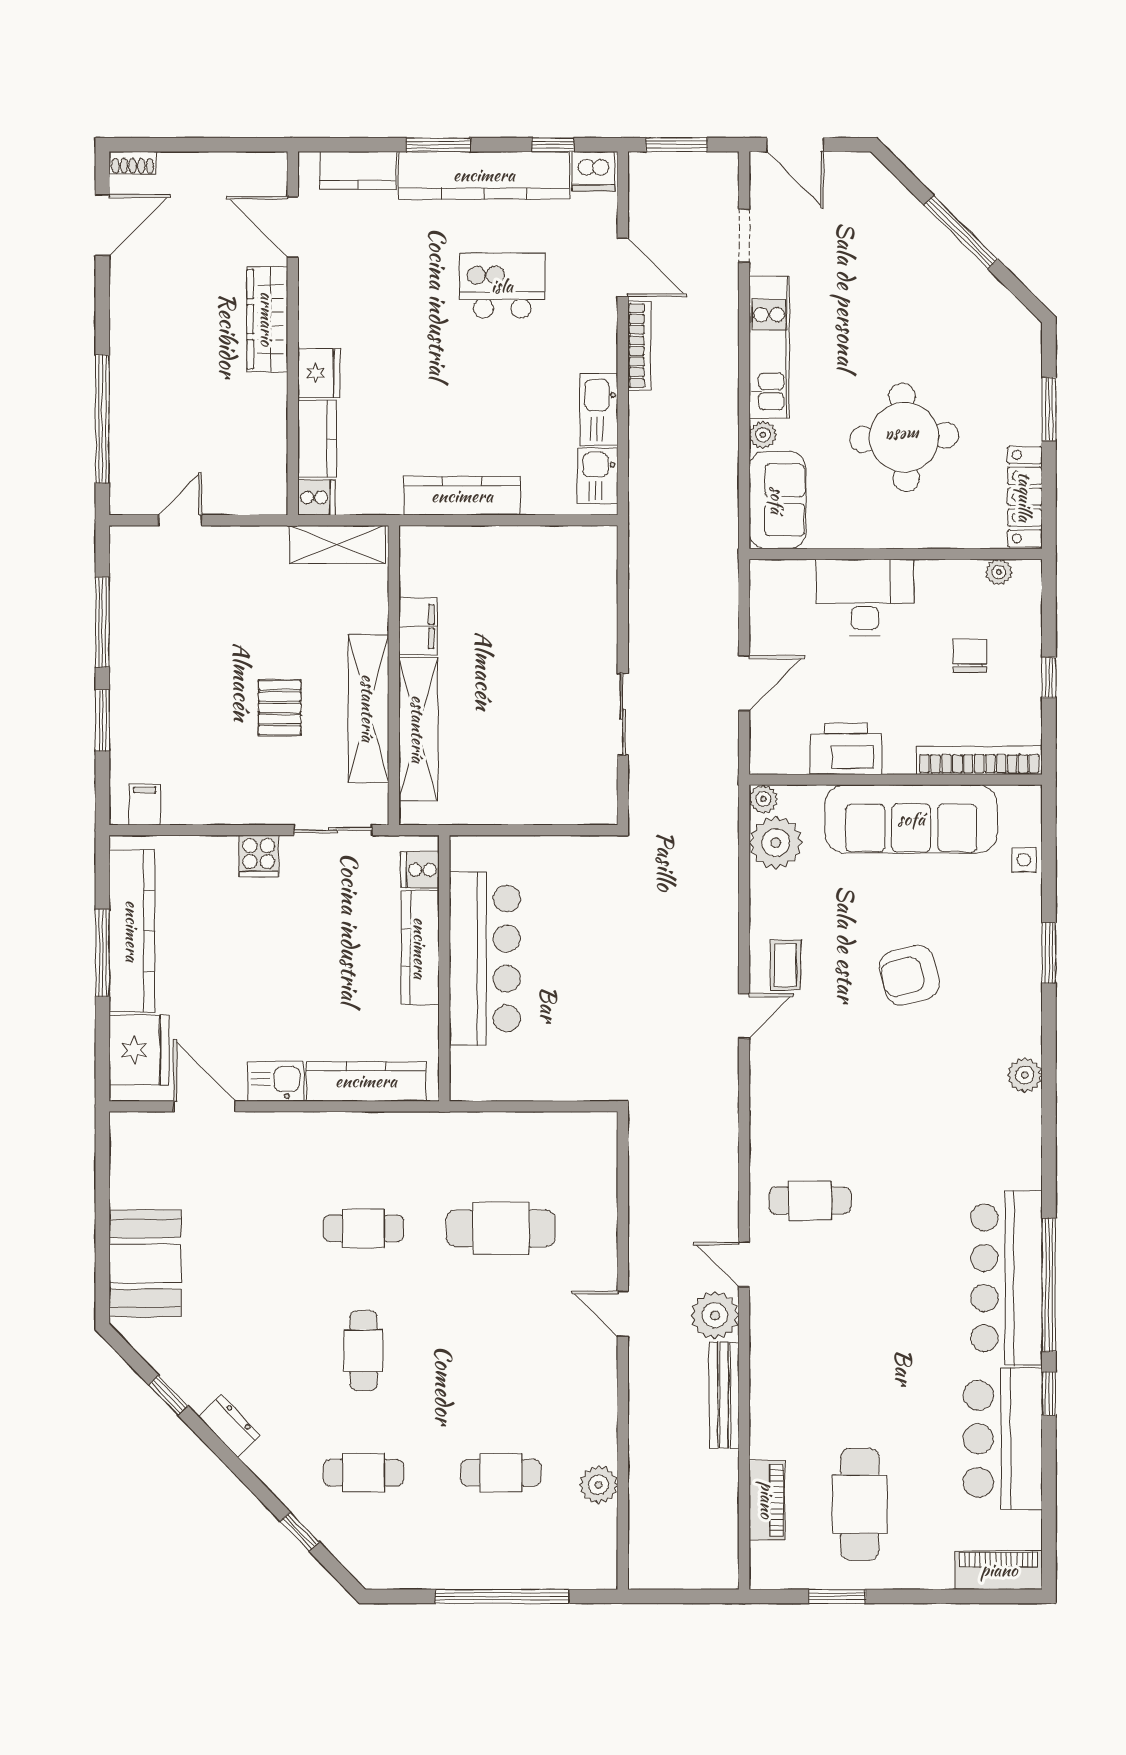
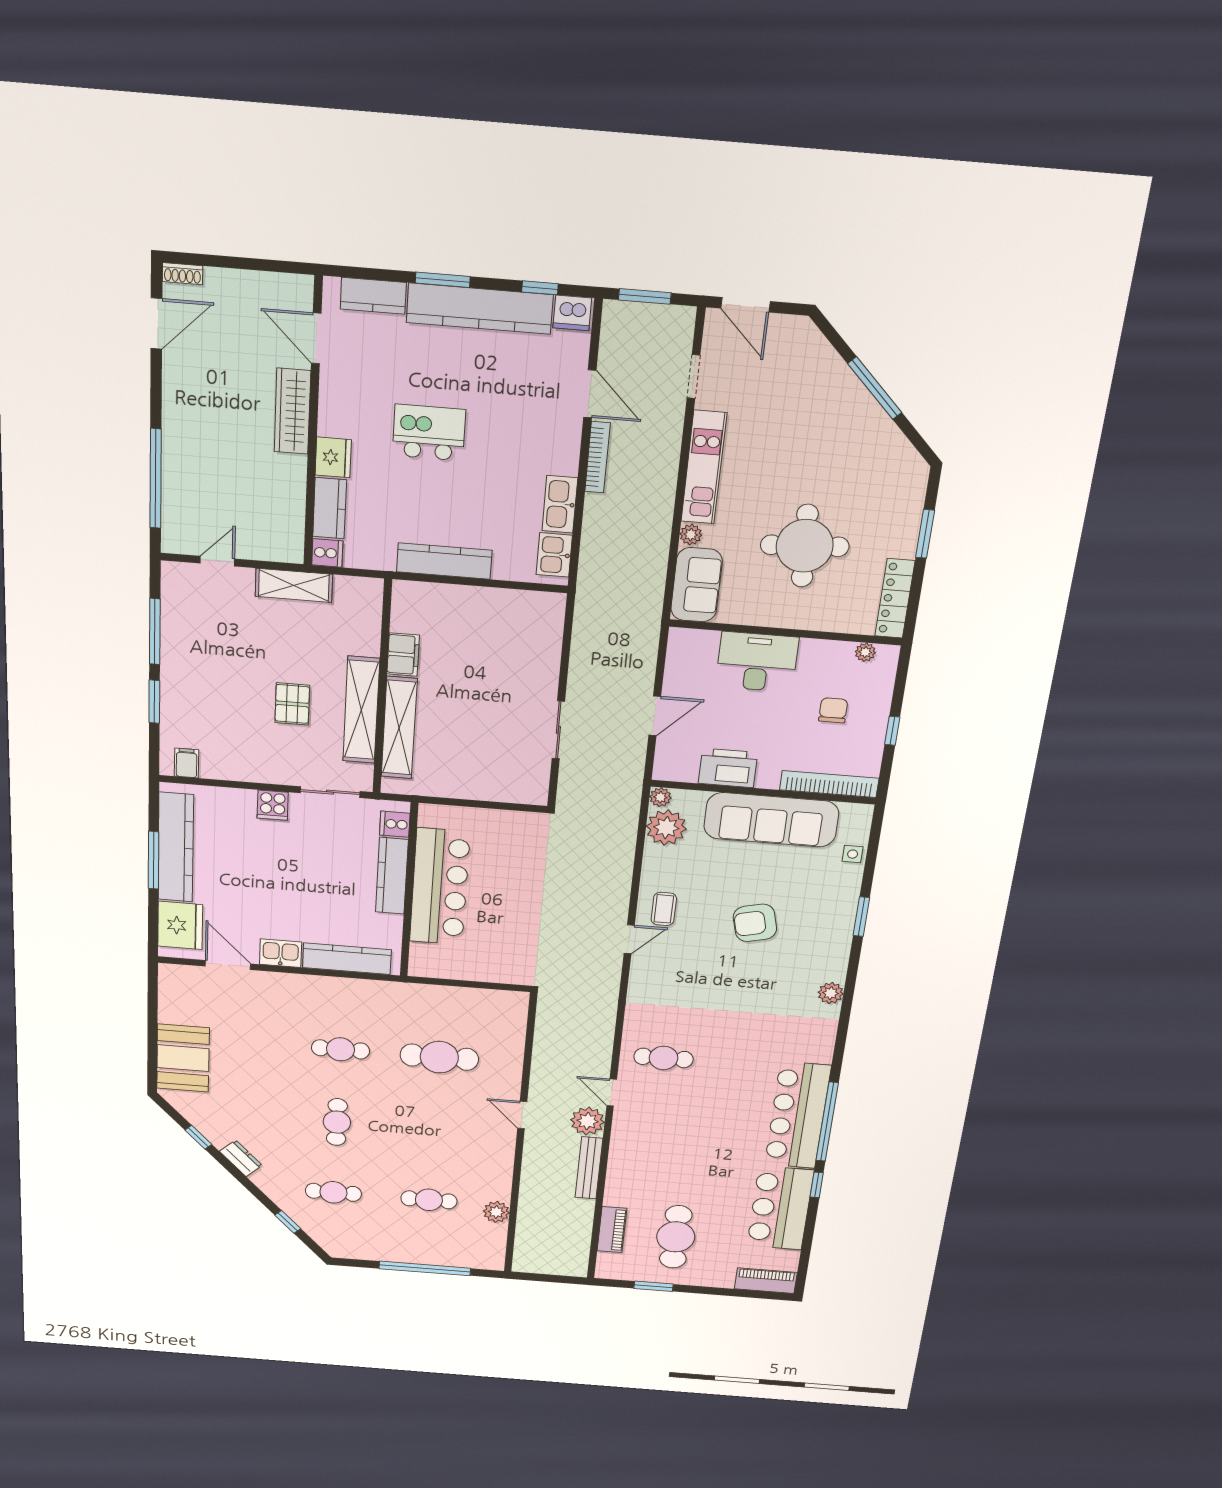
kitchen island: (502, 286) -> (429, 433), moved
shelving: (337, 544) -> (294, 585), moved

